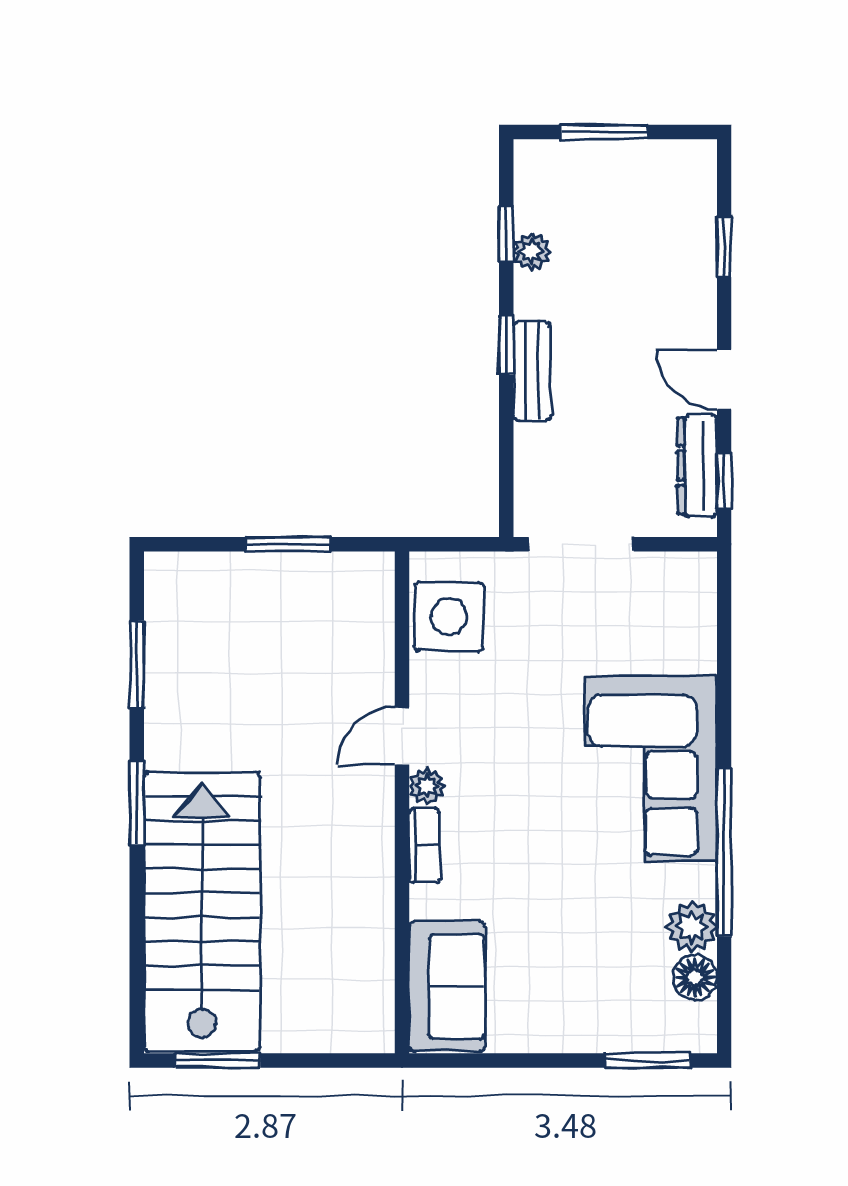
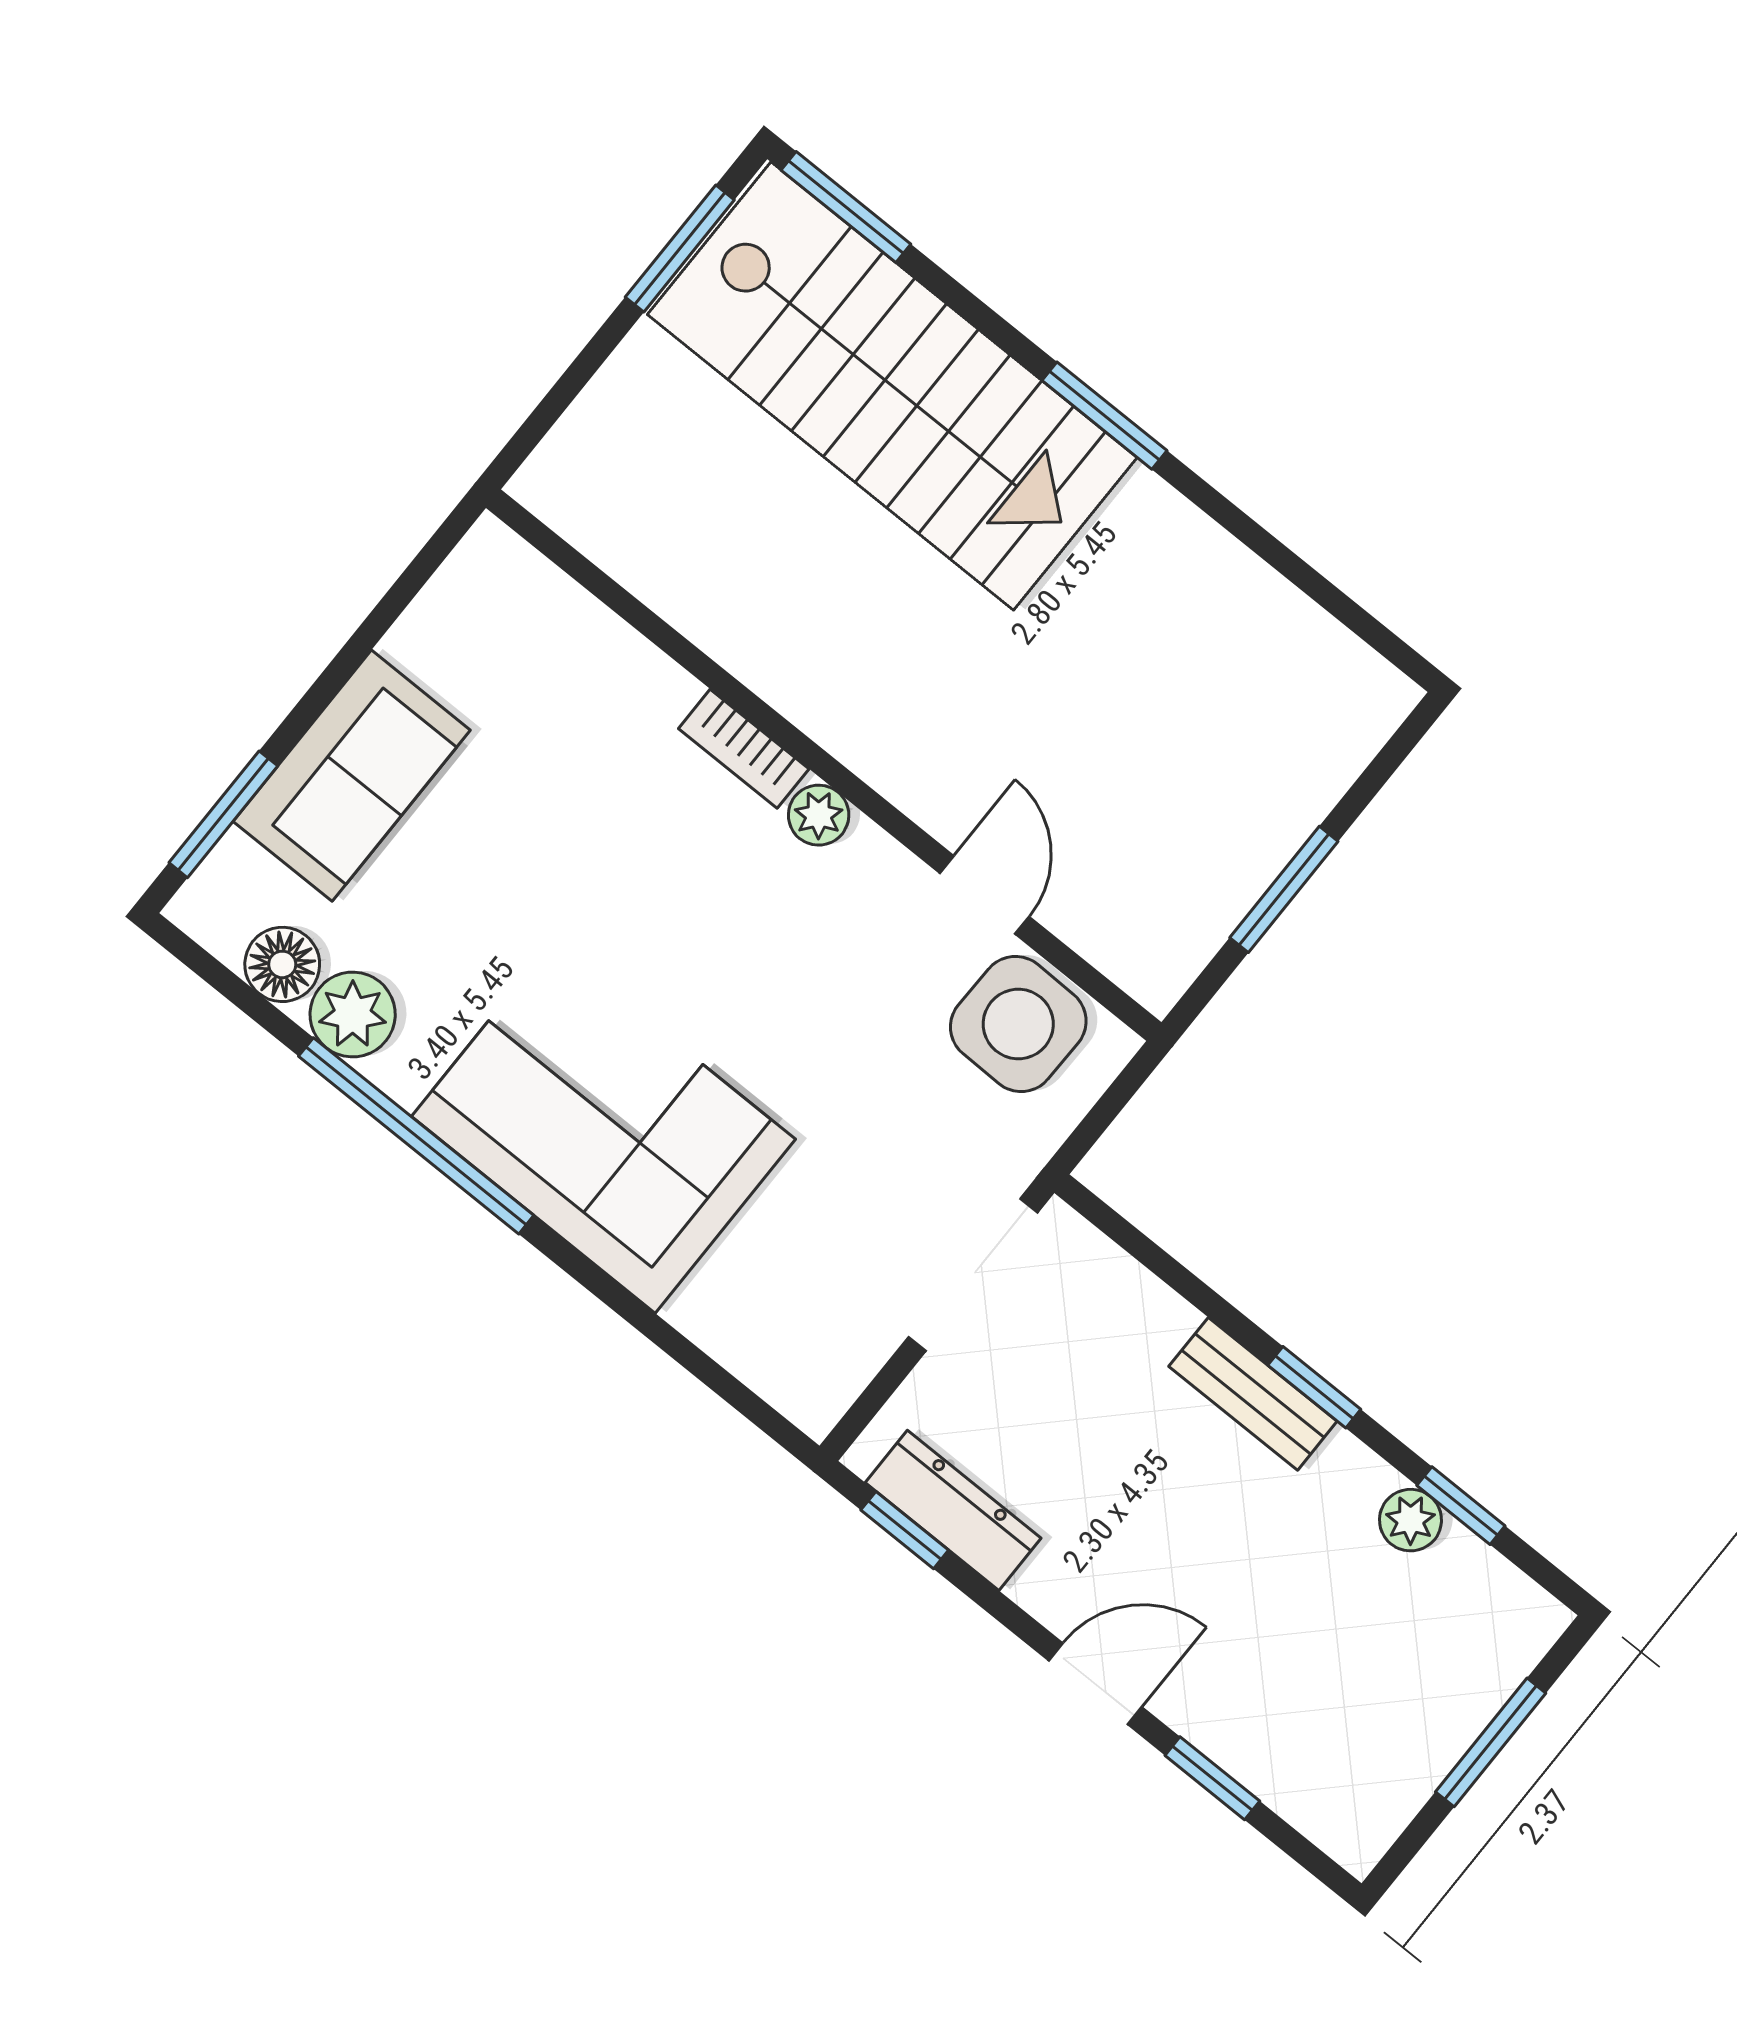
door: (724, 380) -> (1095, 1684), moved
window: (137, 665) -> (846, 207), moved
door: (402, 736) -> (984, 895), moved
sofa: (447, 987) -> (352, 776), moved, turned -90

